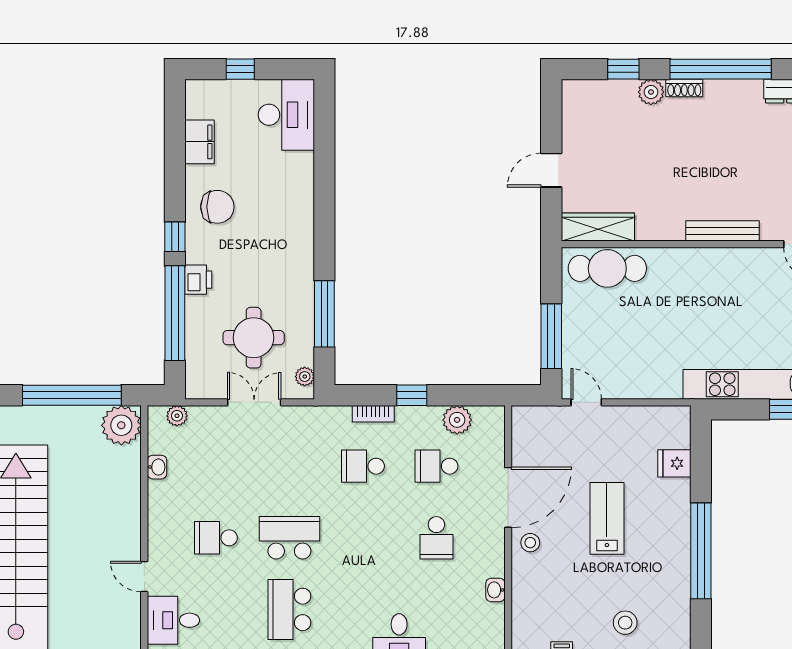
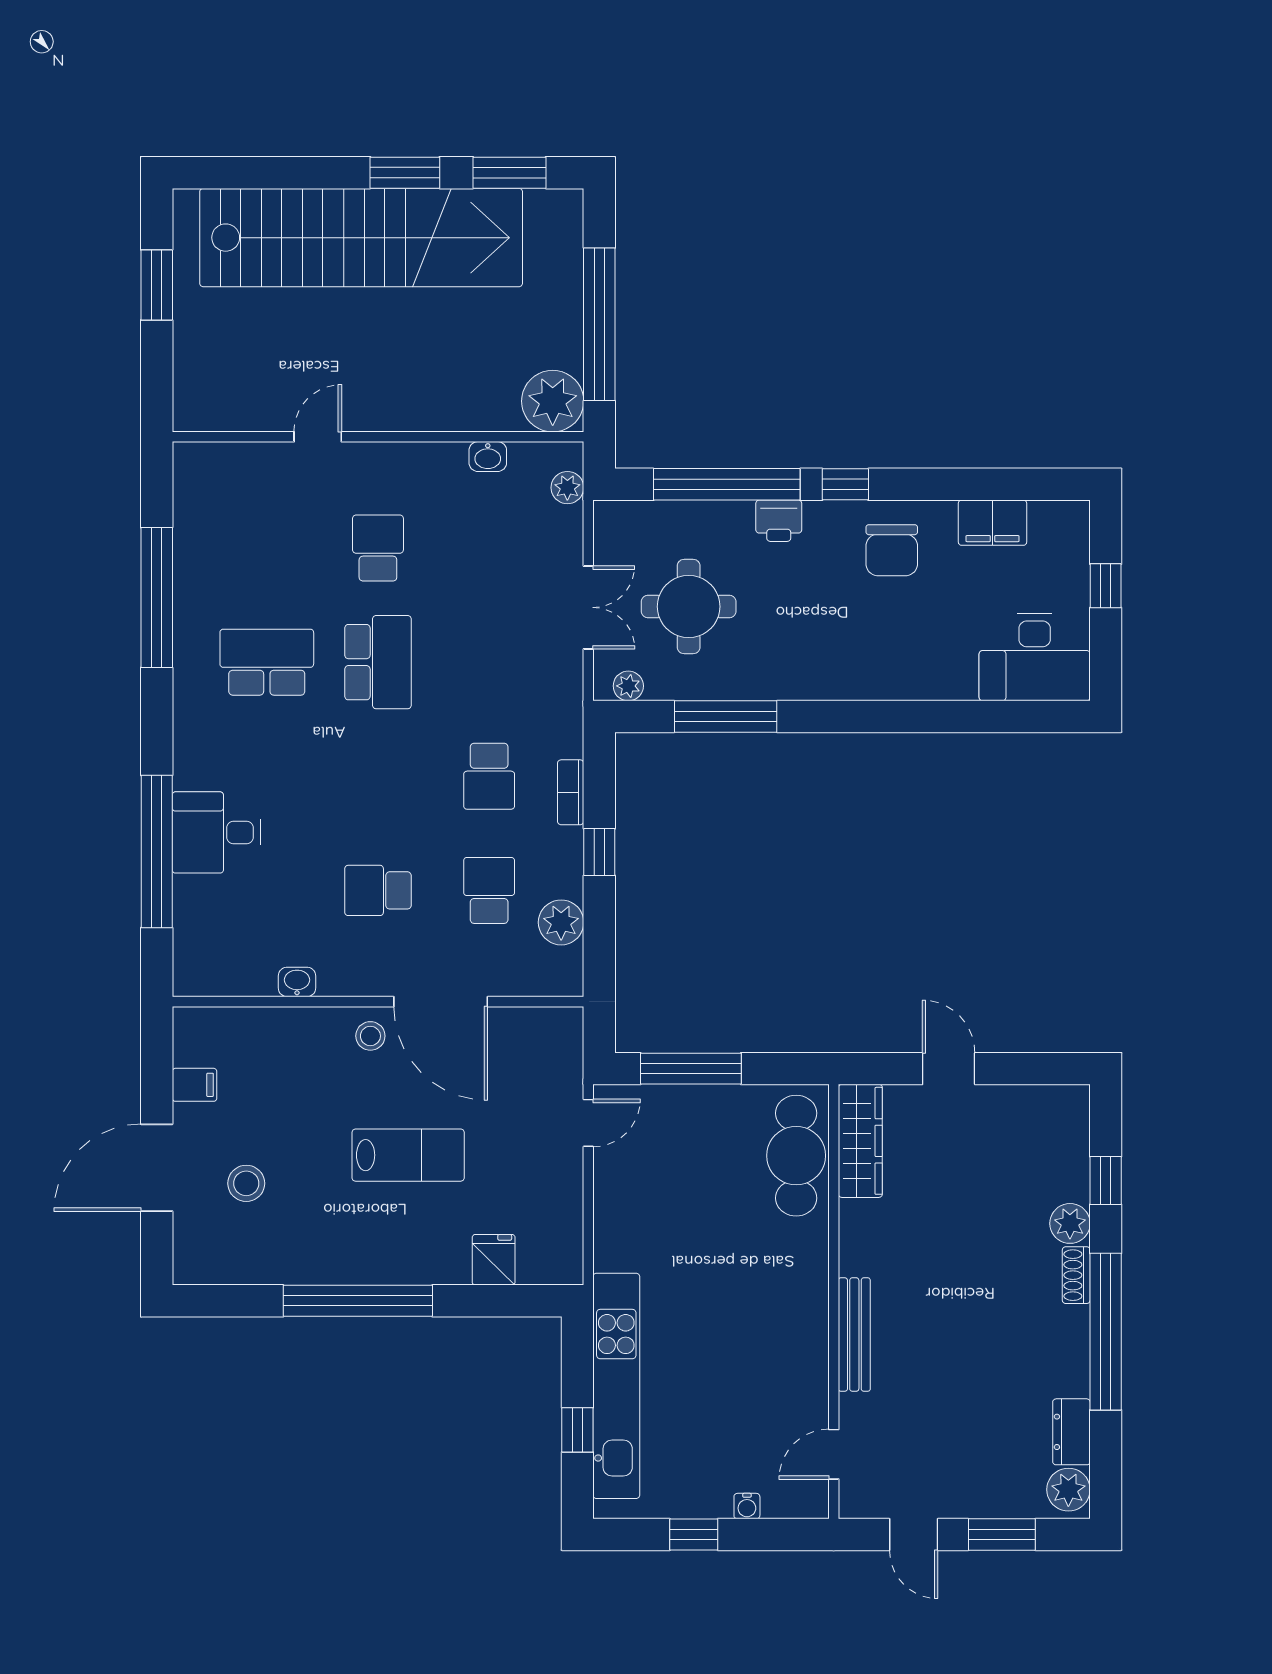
school desk: (363, 466) -> (489, 776), turned 180
desk: (173, 620) -> (250, 482), removed

